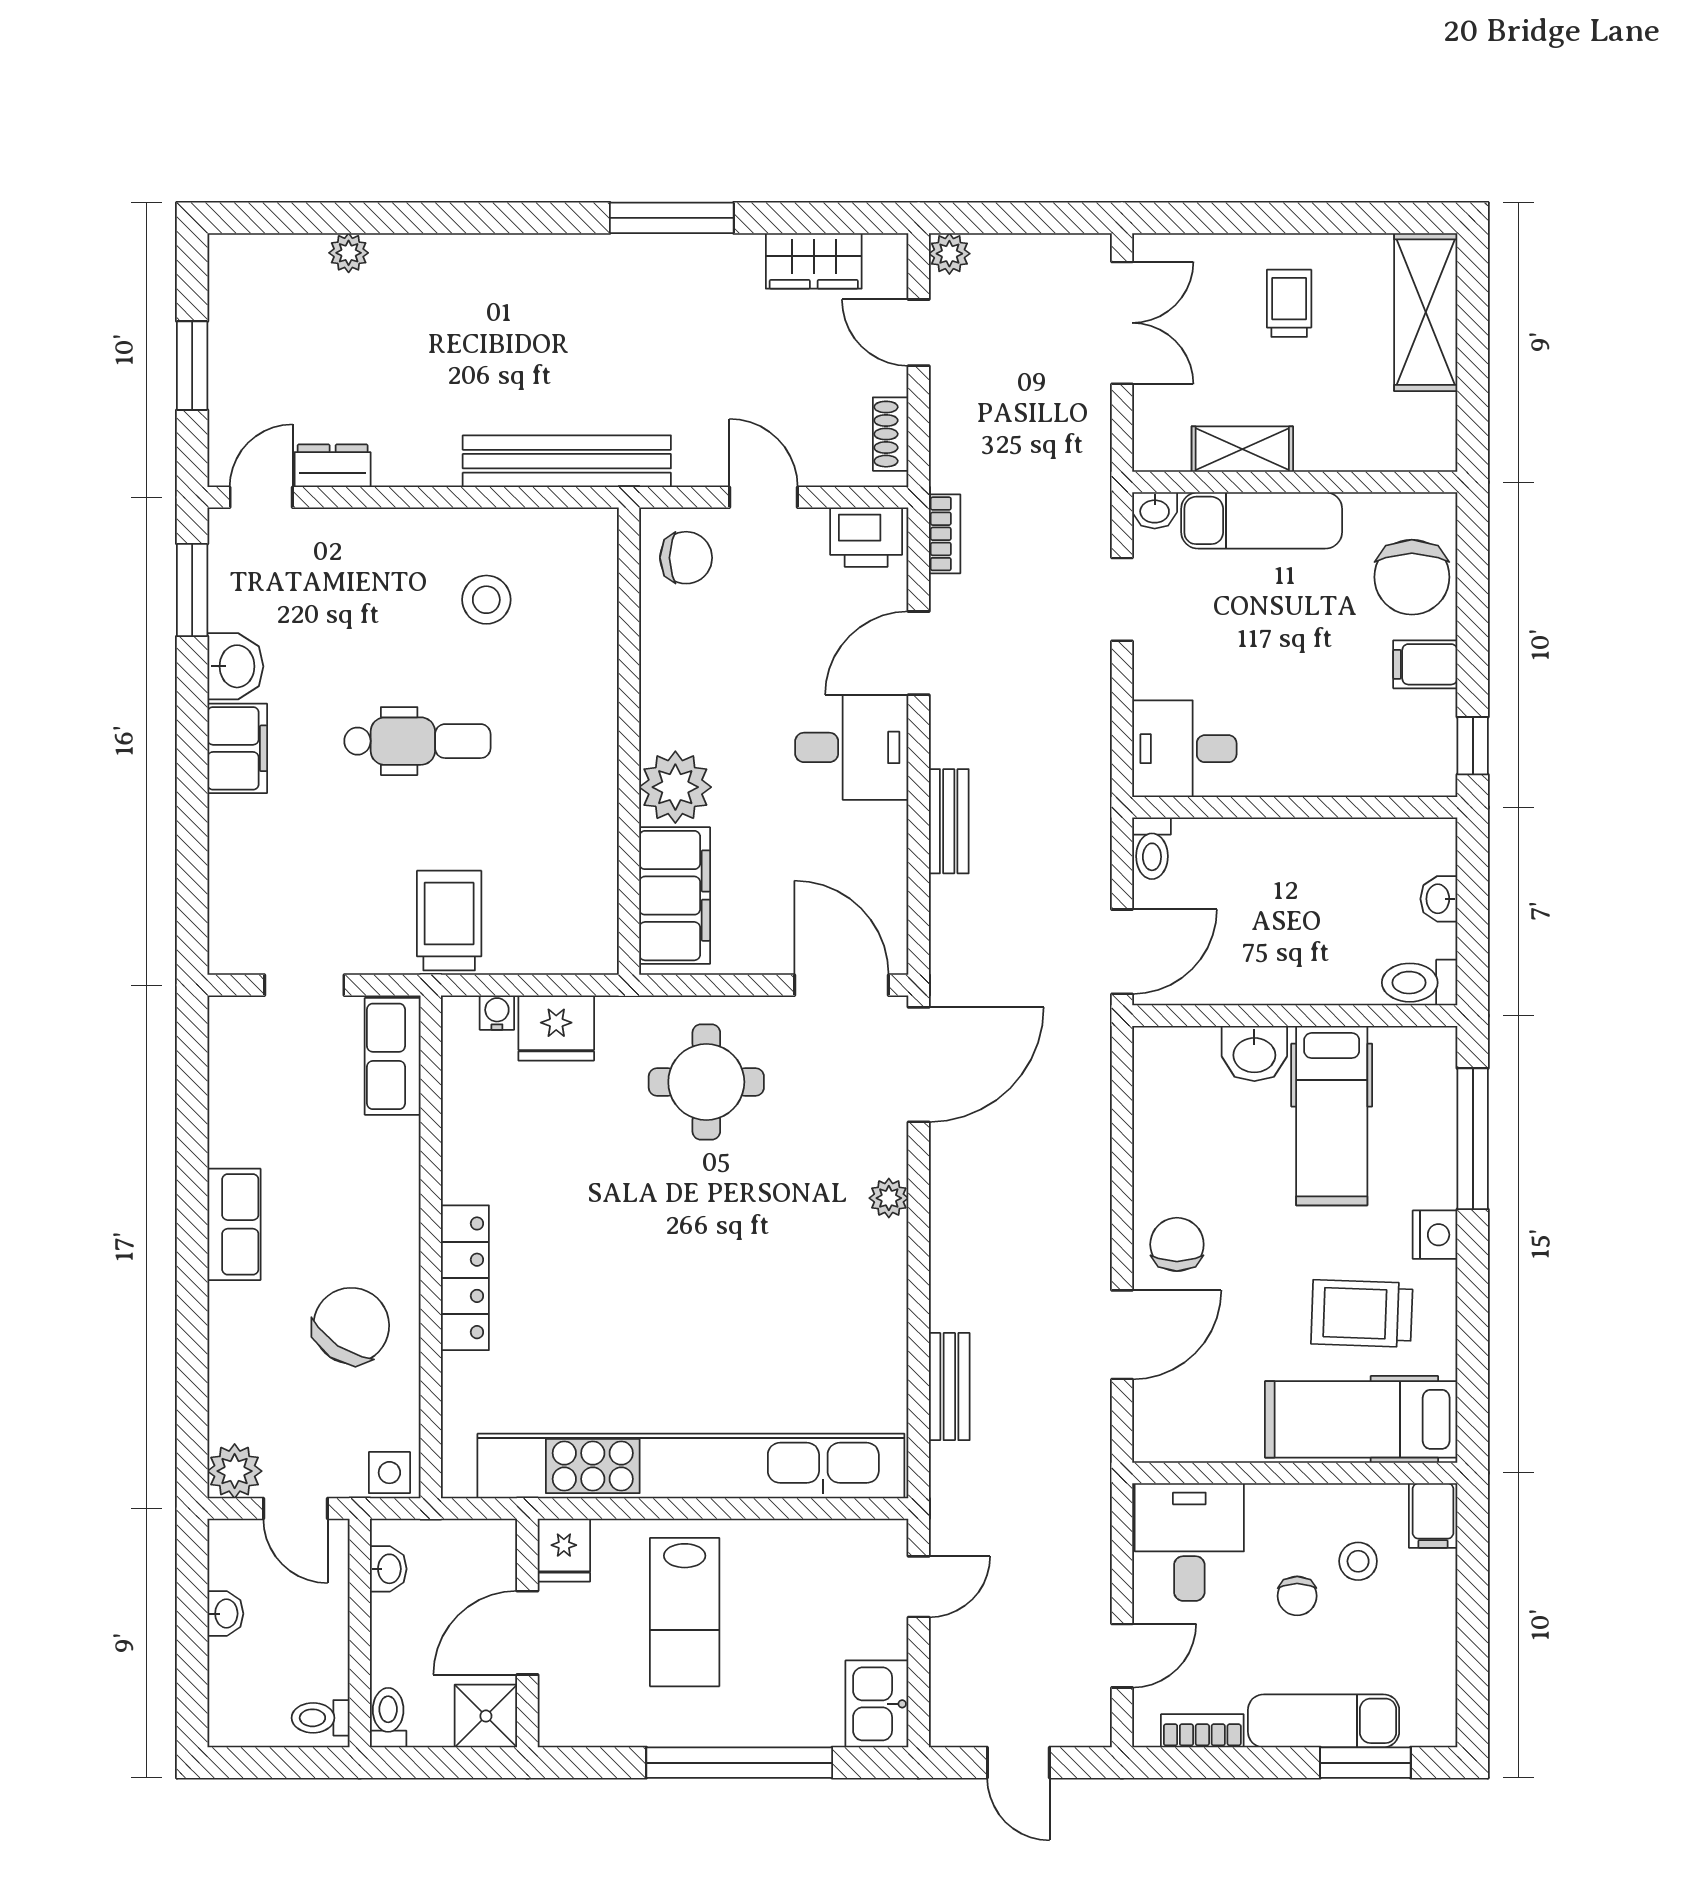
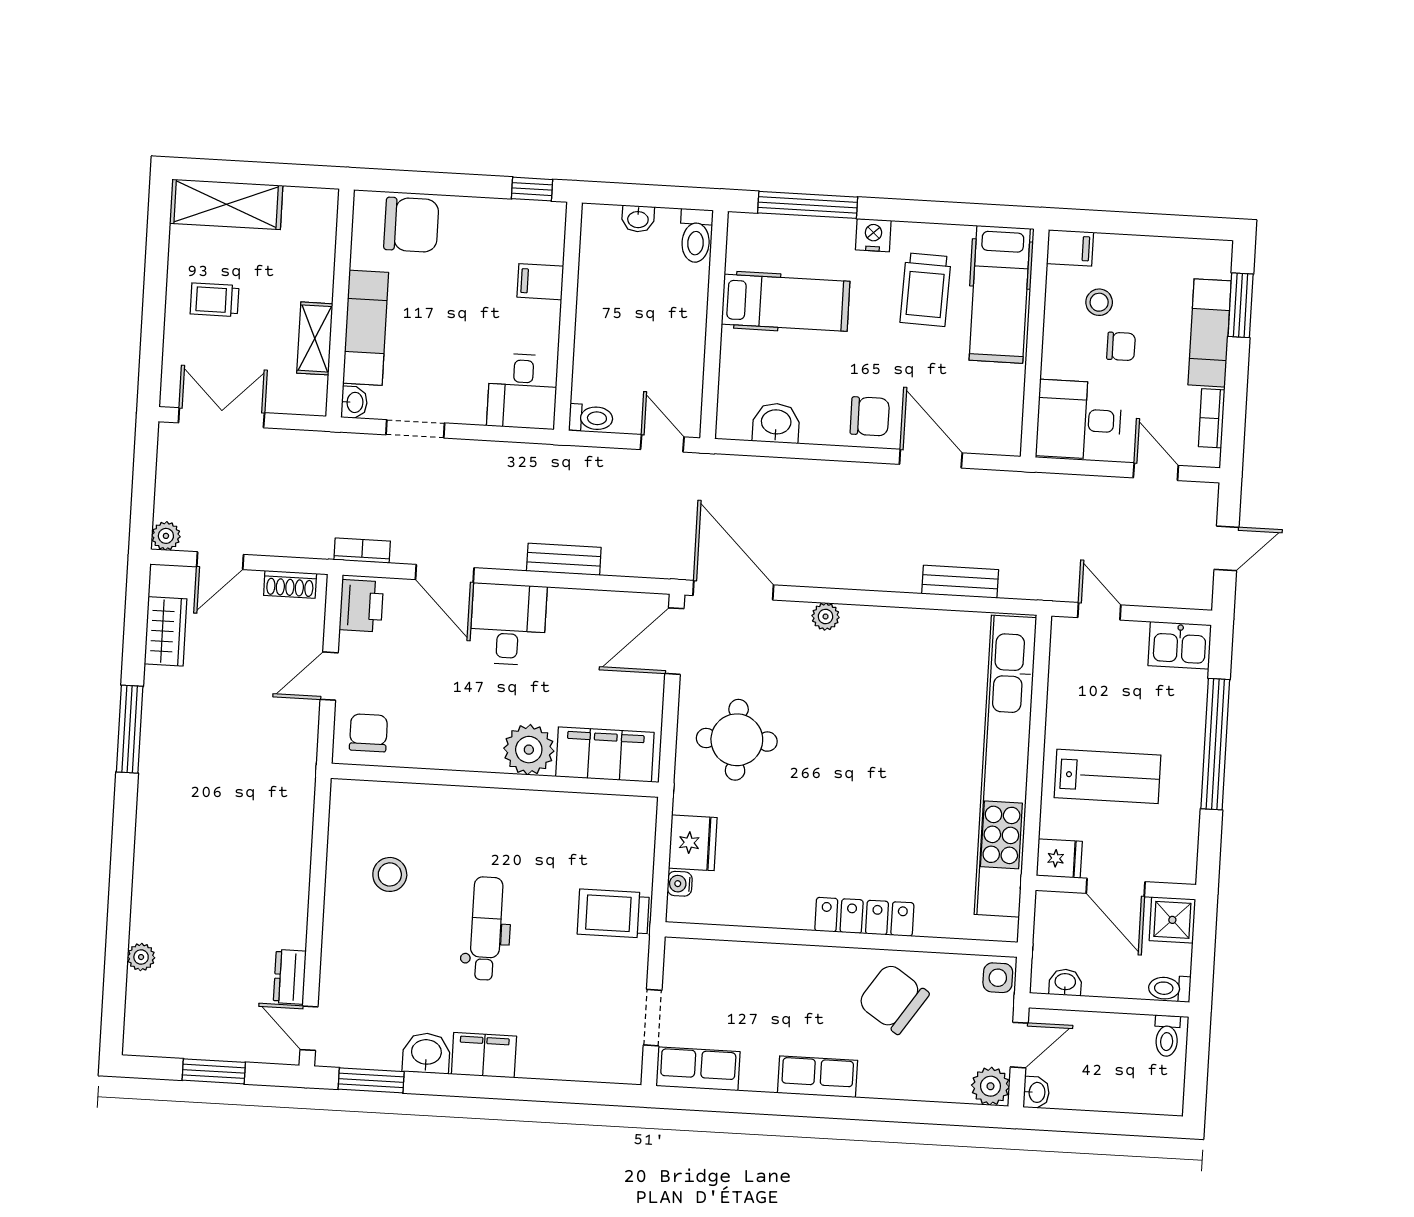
bench: (567, 461) -> (296, 812), removed
filing cabinet: (1425, 664) -> (540, 282), moved, turned 90
door: (1122, 952) -> (662, 443), width x0.73
washbasin: (1254, 1054) -> (776, 423), moved, turned -90
row of seats: (393, 1056) -> (698, 1069), moved, turned 180
chair: (1177, 1244) -> (870, 416), turned 180
washbasin: (225, 1614) -> (1036, 1092), moved, turned 90

